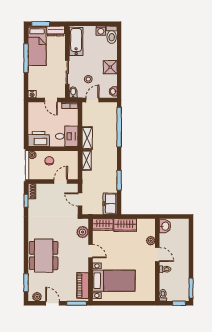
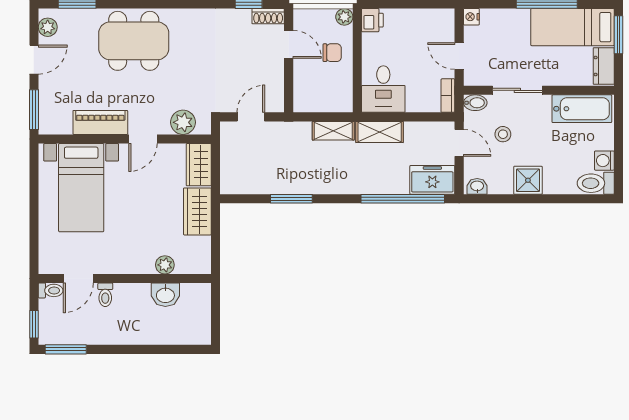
door: (51, 100) -> (459, 56), hinge flipped
printer: (39, 139) -> (372, 20), width x0.53, depth x0.68
door: (61, 182) -> (289, 44), moved
freezer: (110, 204) -> (432, 180), moved
washbasin: (165, 226) -> (165, 295), moved
door: (157, 254) -> (78, 279), moved
piano: (83, 285) -> (100, 122), moved

